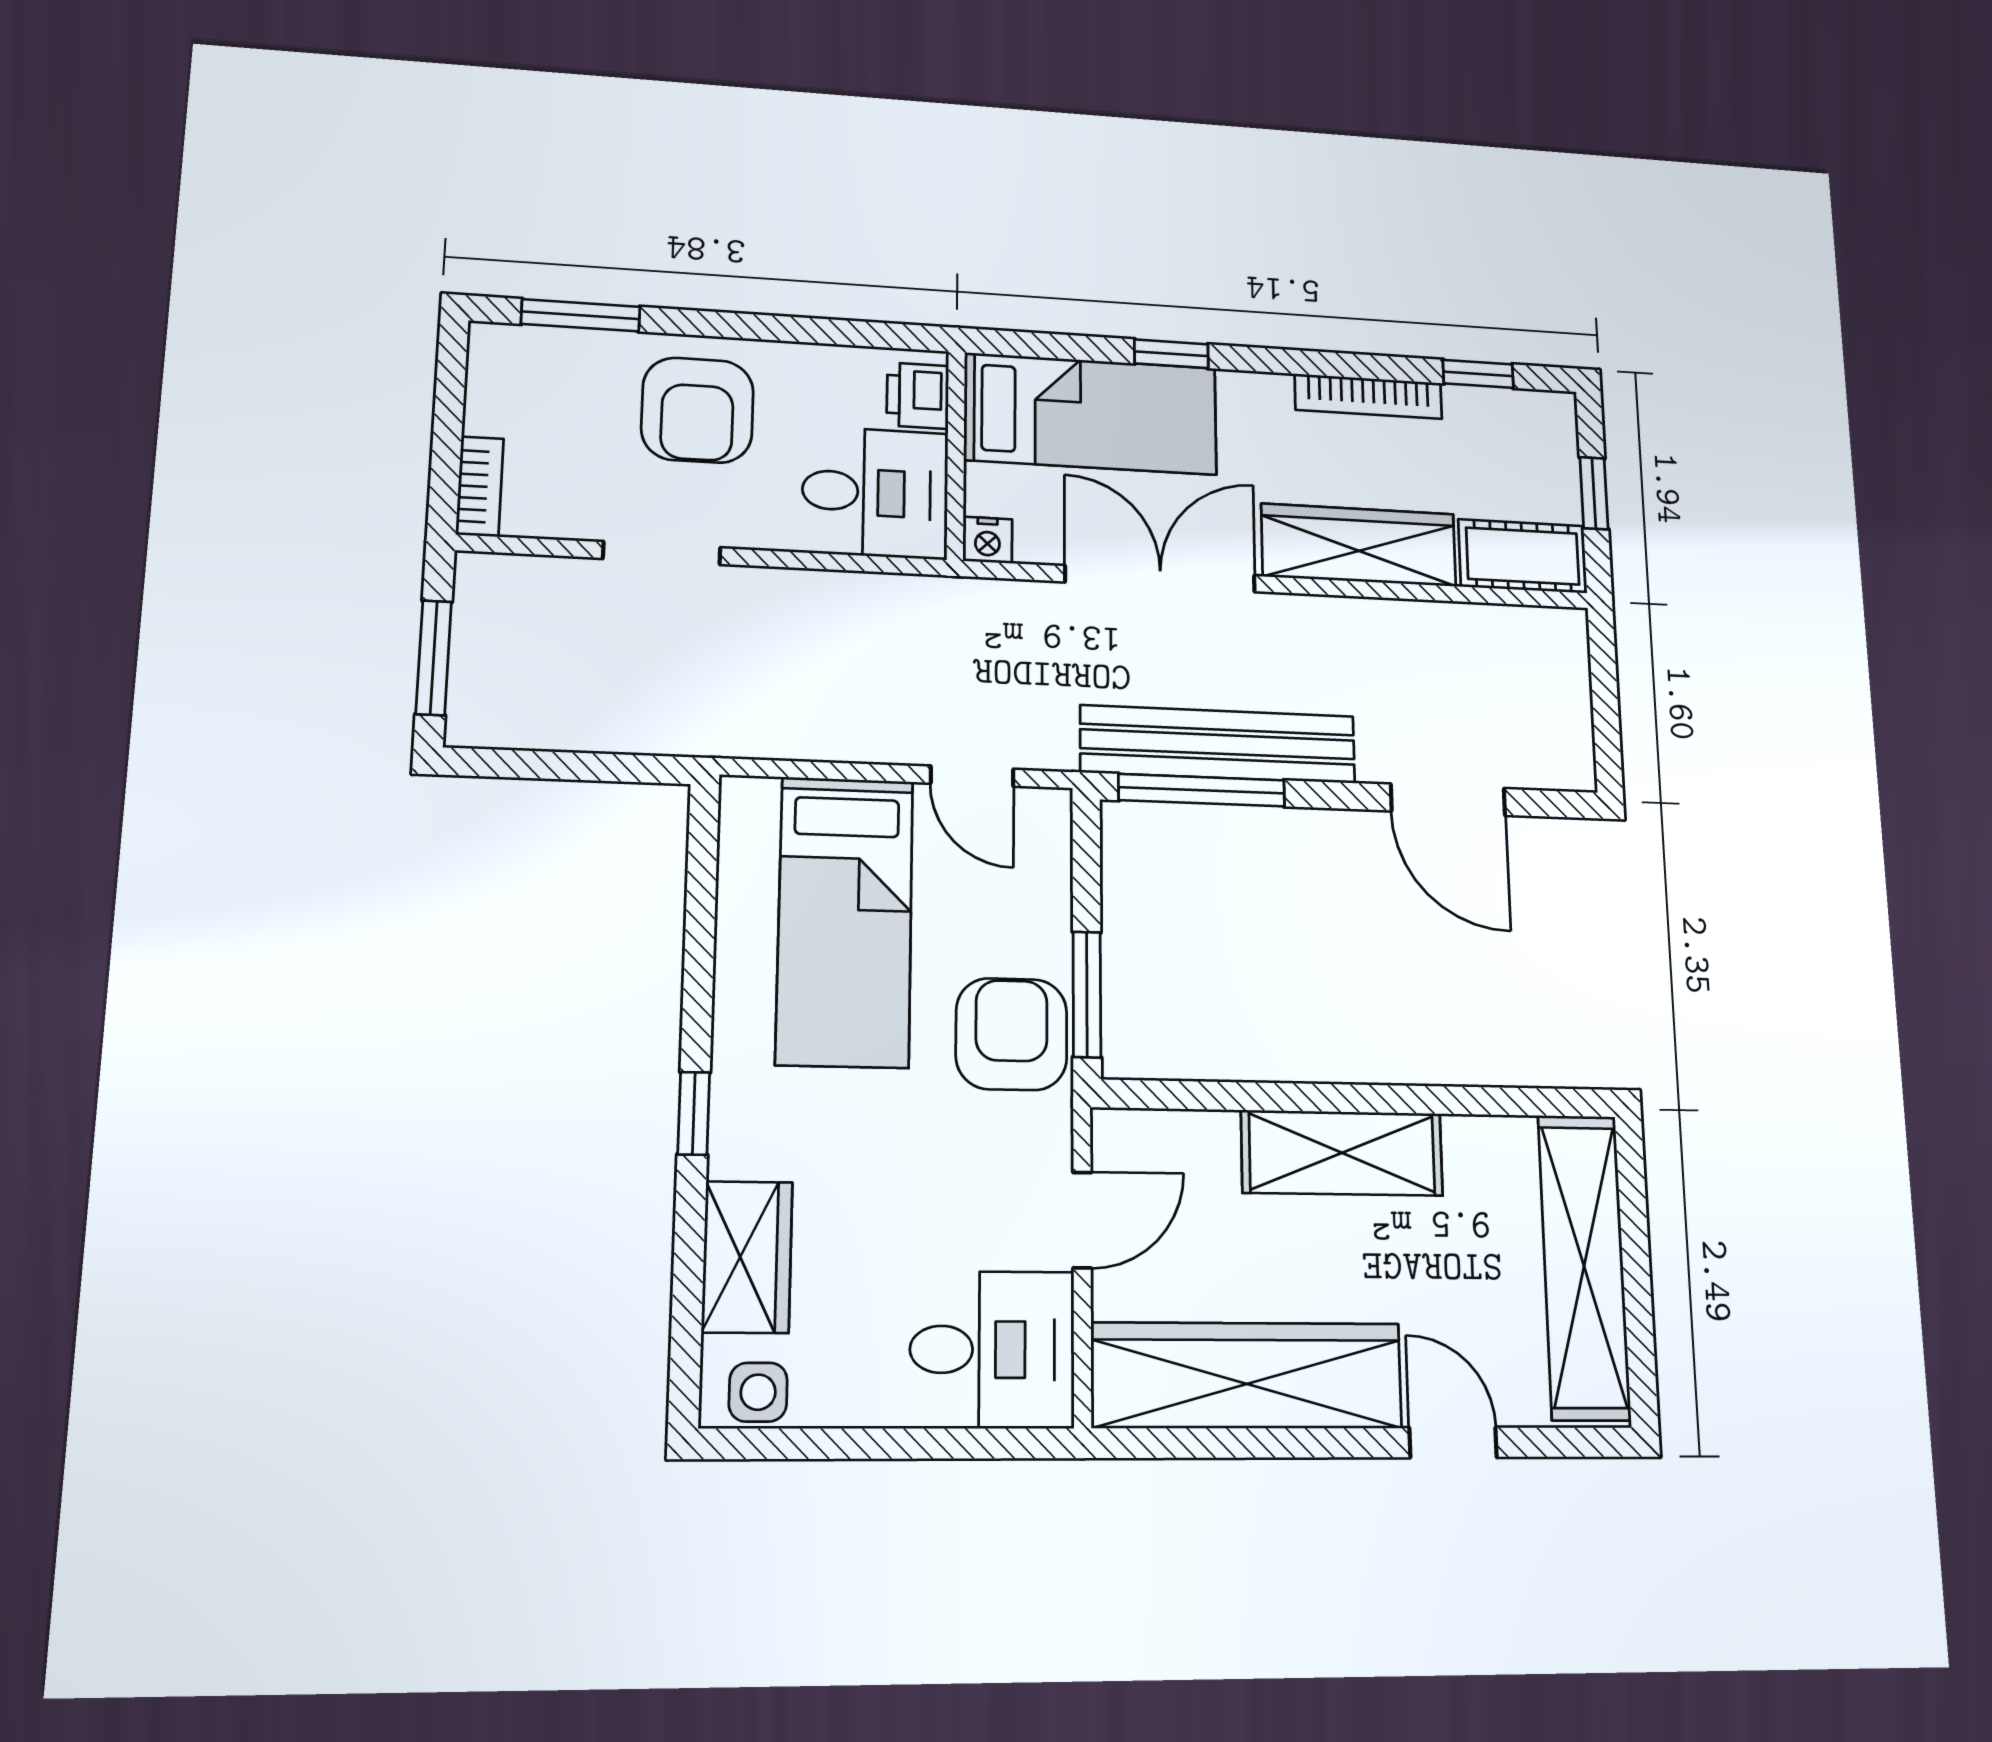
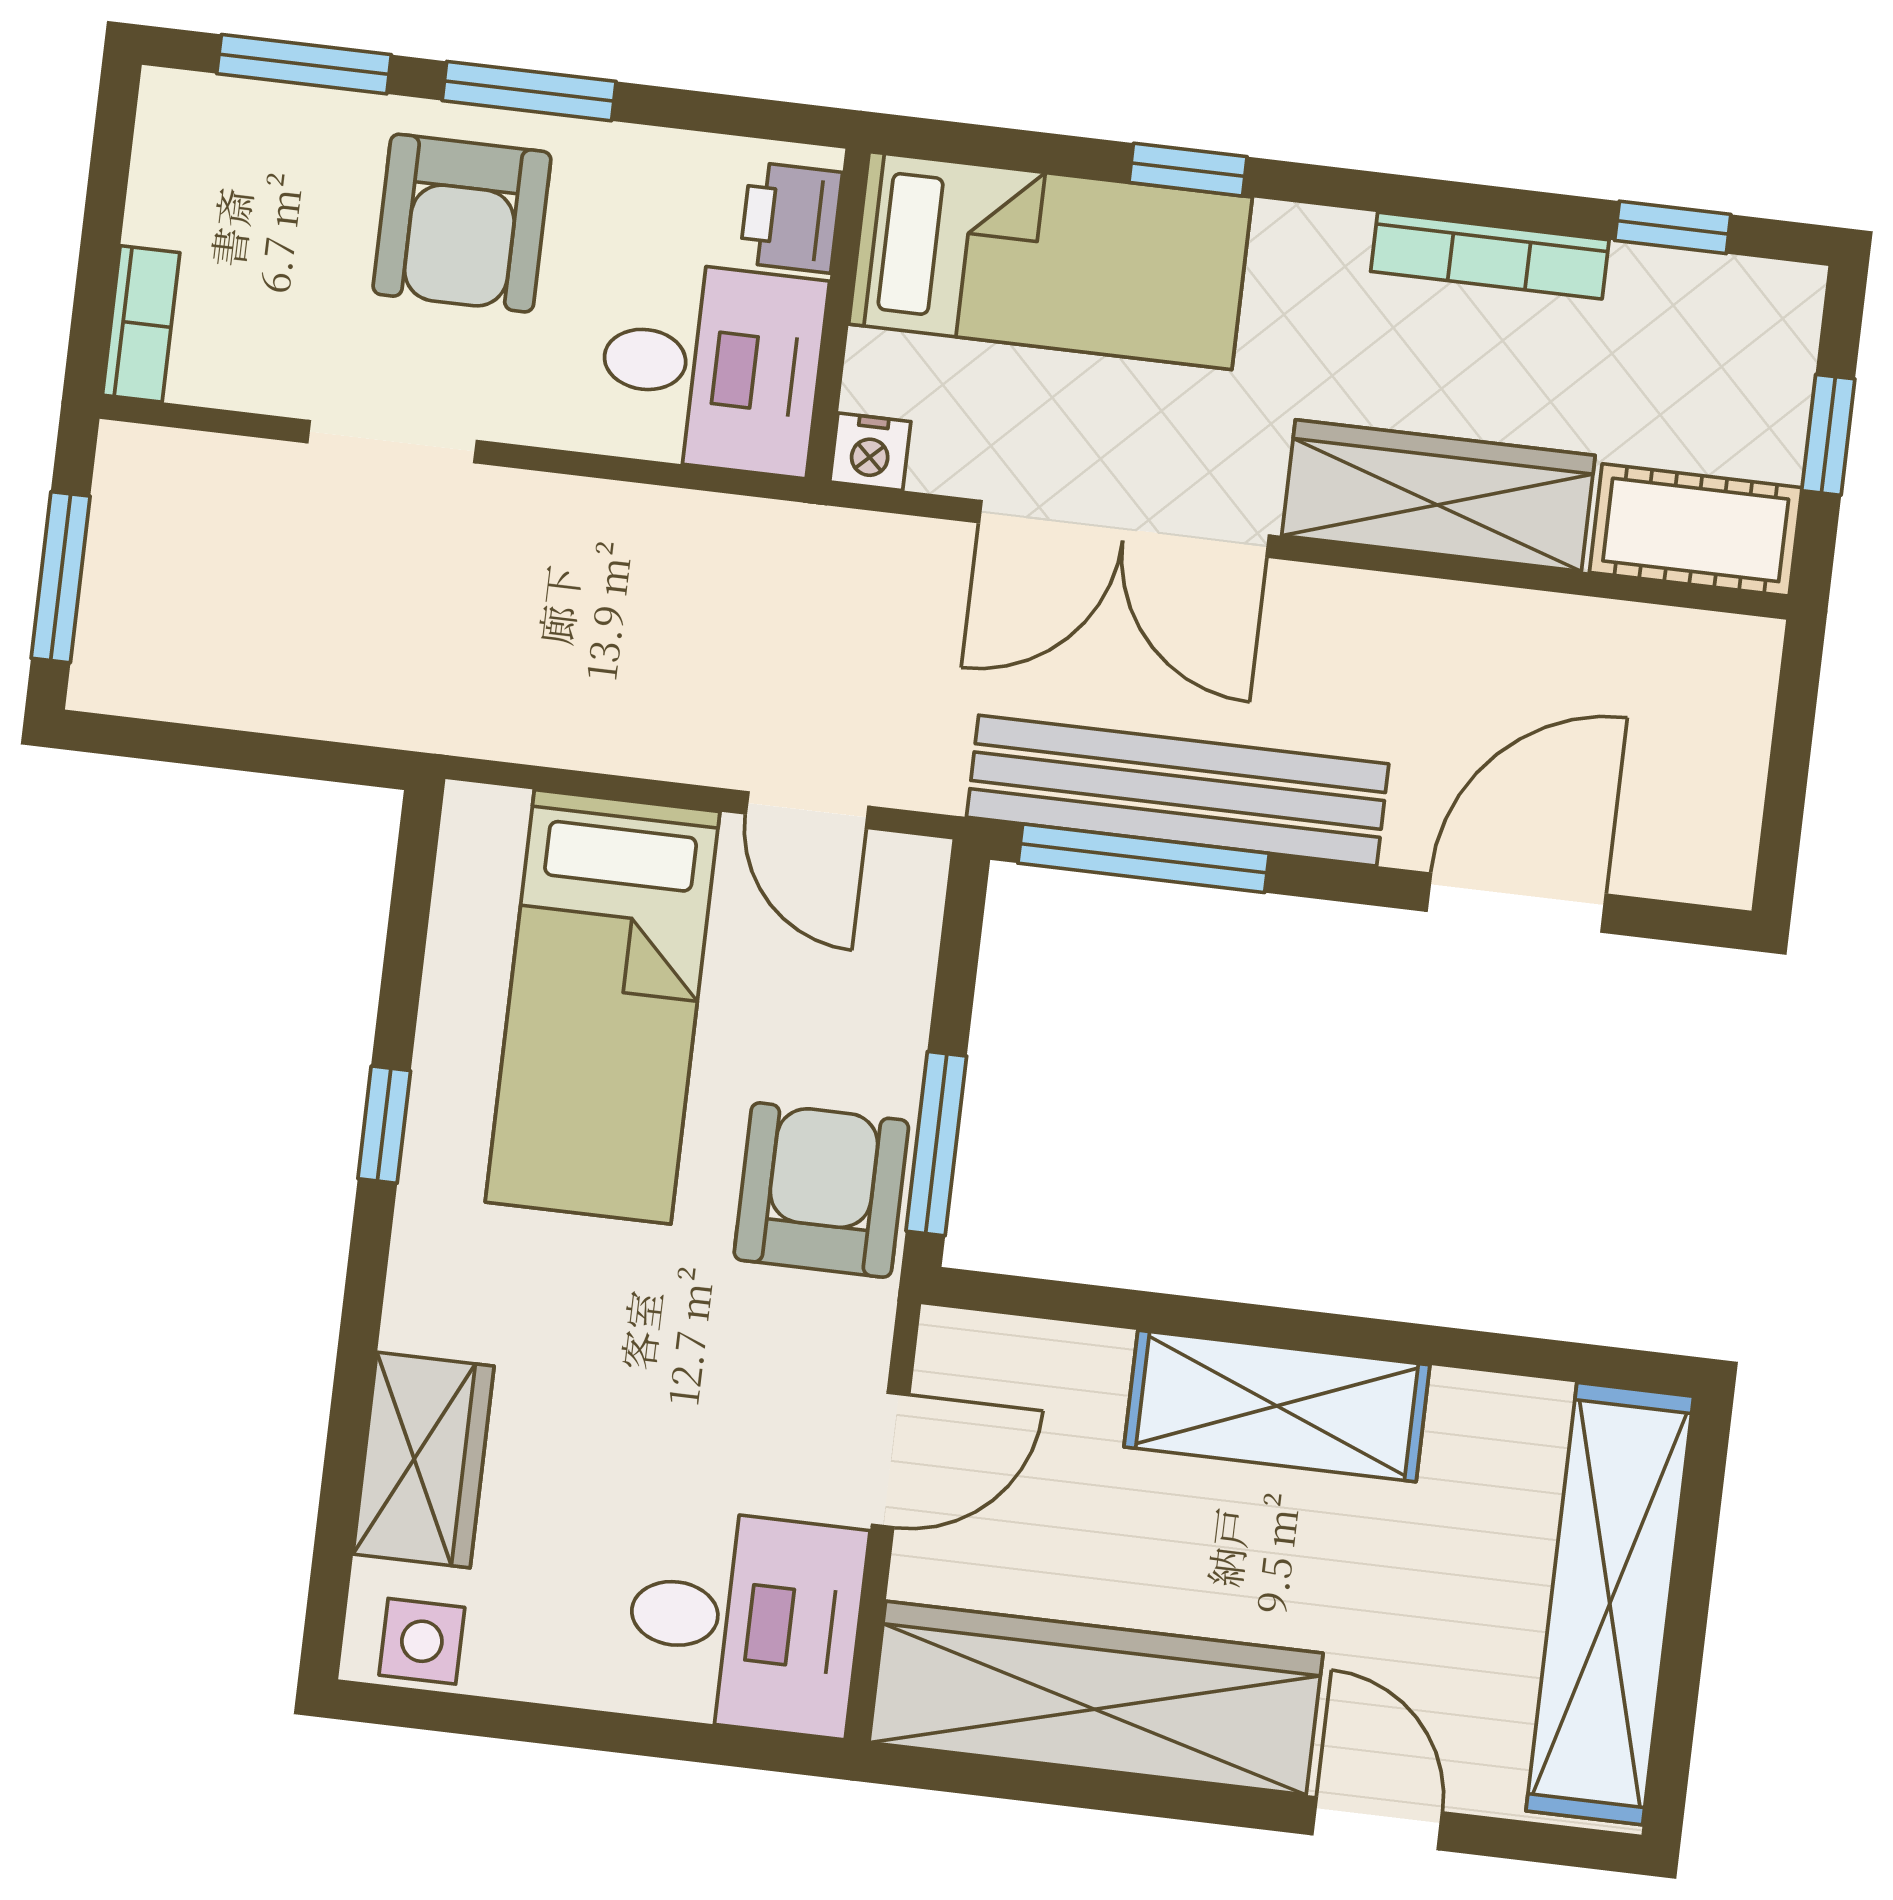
window: (735, 325) -> (529, 91), added
double door: (1160, 579) -> (1124, 529), swing flipped
door: (1448, 800) -> (1516, 903), swing flipped
window: (694, 1113) -> (384, 1125), moved

